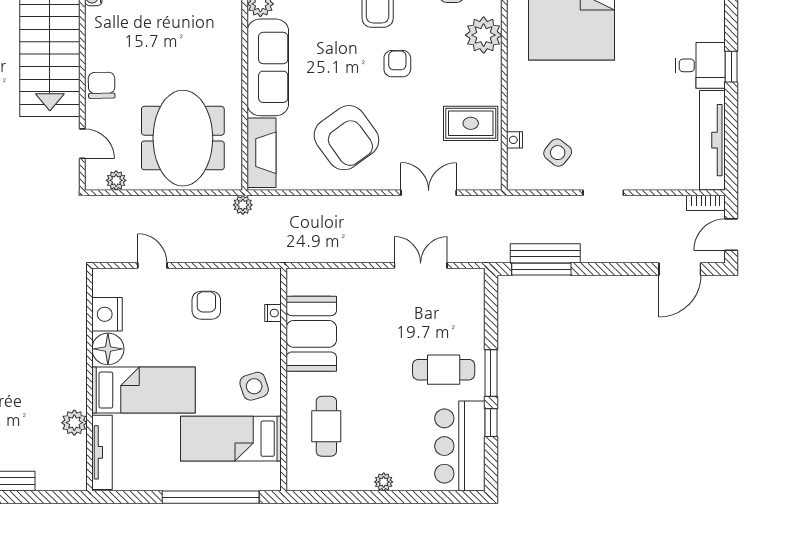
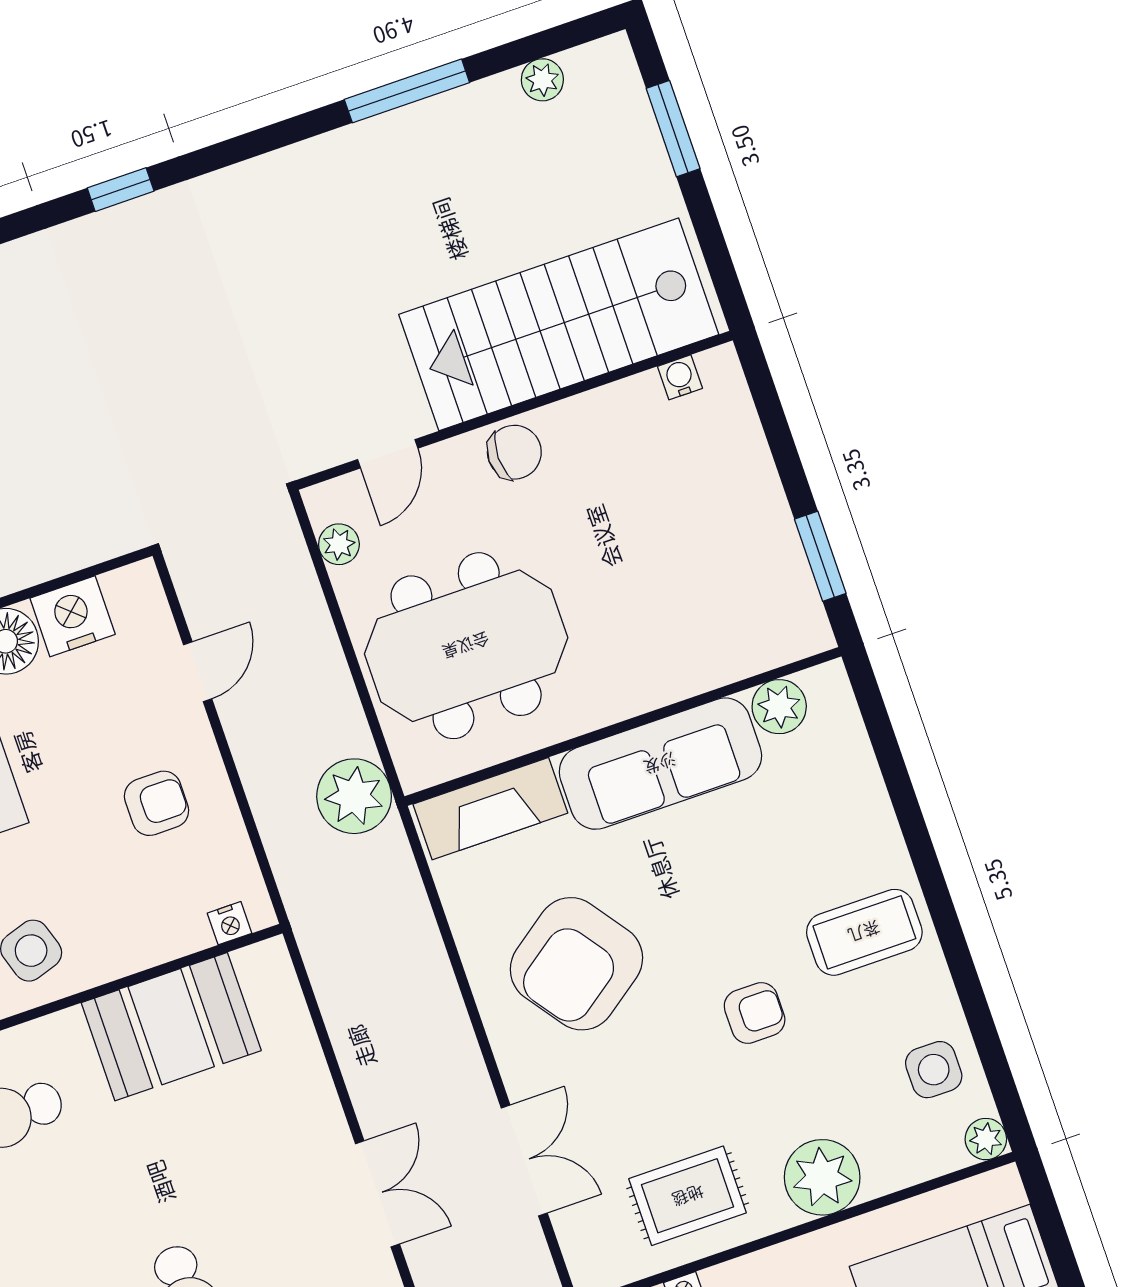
plant: (484, 35) -> (822, 1177), moved
rug: (471, 123) -> (688, 1196), turned 90
plant: (243, 205) -> (354, 796), width x1.87, depth x1.87
nightstand: (273, 313) -> (230, 923), moved

